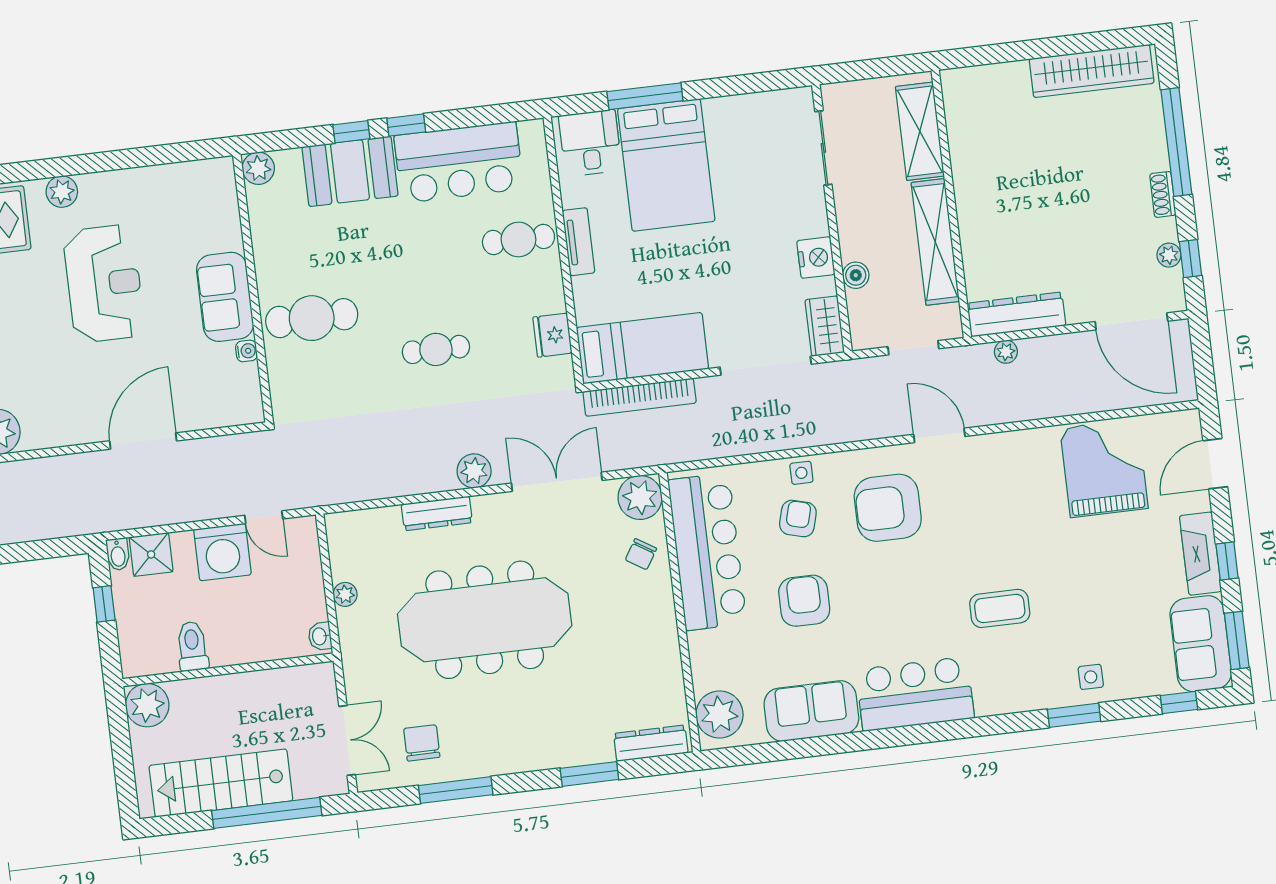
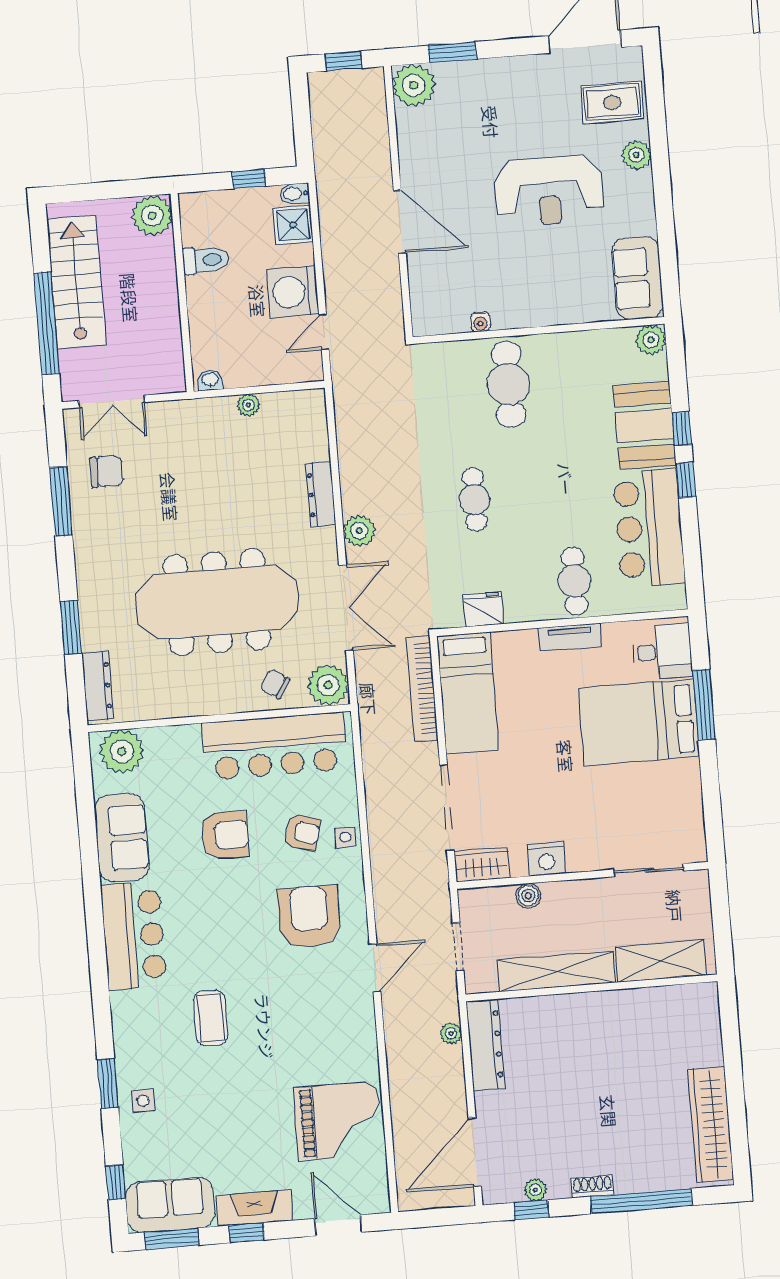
sofa: (225, 297) -> (637, 278), moved, turned -90
meeting table: (485, 620) -> (217, 602), moved, turned 90

